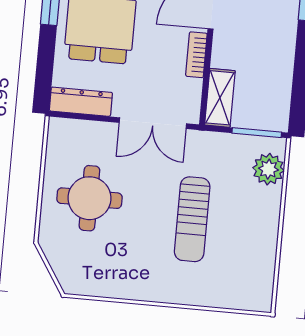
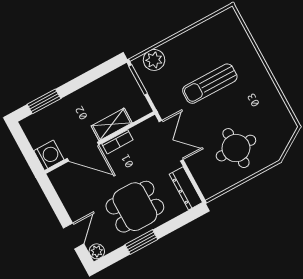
shelving: (220, 98) -> (112, 124), moved
sun lounger: (192, 219) -> (210, 84), turned 180

